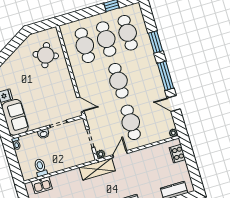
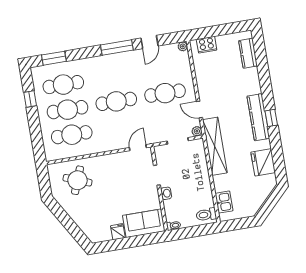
window: (156, 42) -> (54, 58), moved
toilet: (40, 168) -> (206, 215), moved
shelving: (97, 169) -> (215, 146), width x1.47

